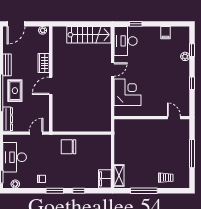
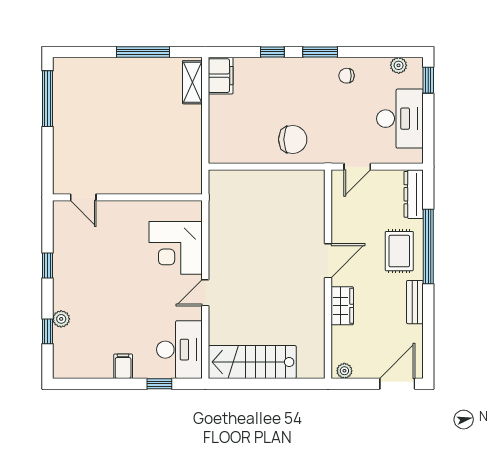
filing cabinet: (166, 33) -> (123, 366), moved
window: (192, 154) -> (48, 99), moved
trolley: (166, 178) -> (99, 78), removed

